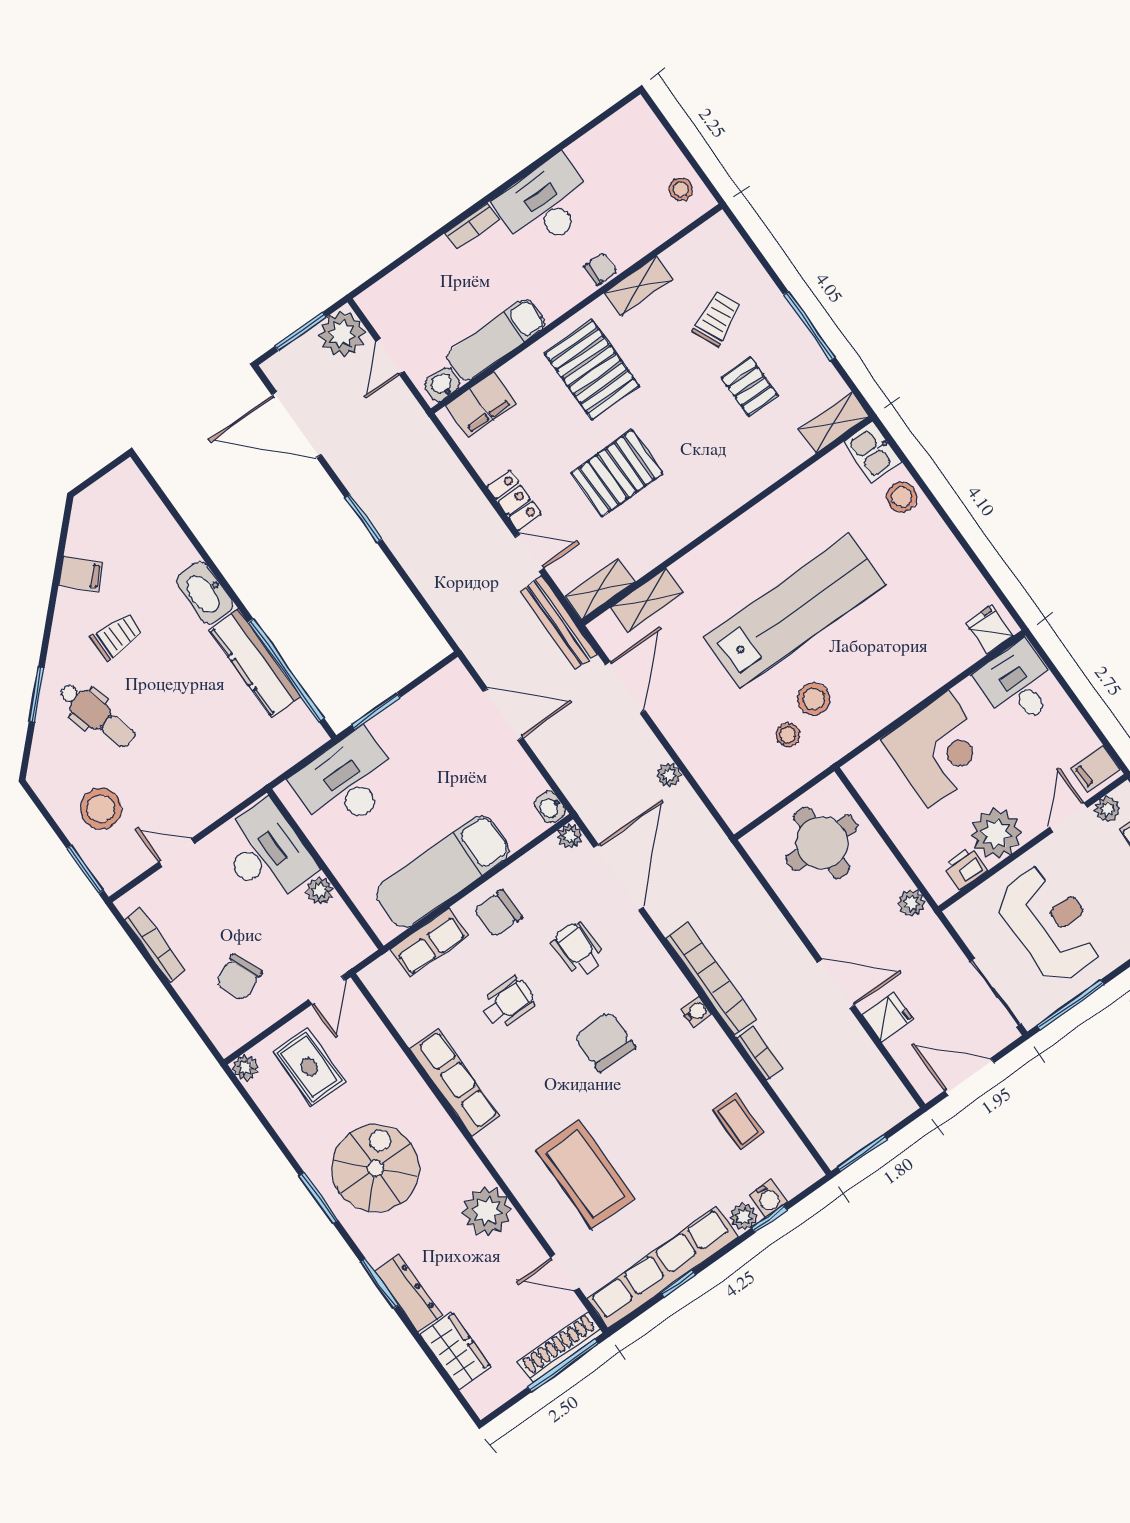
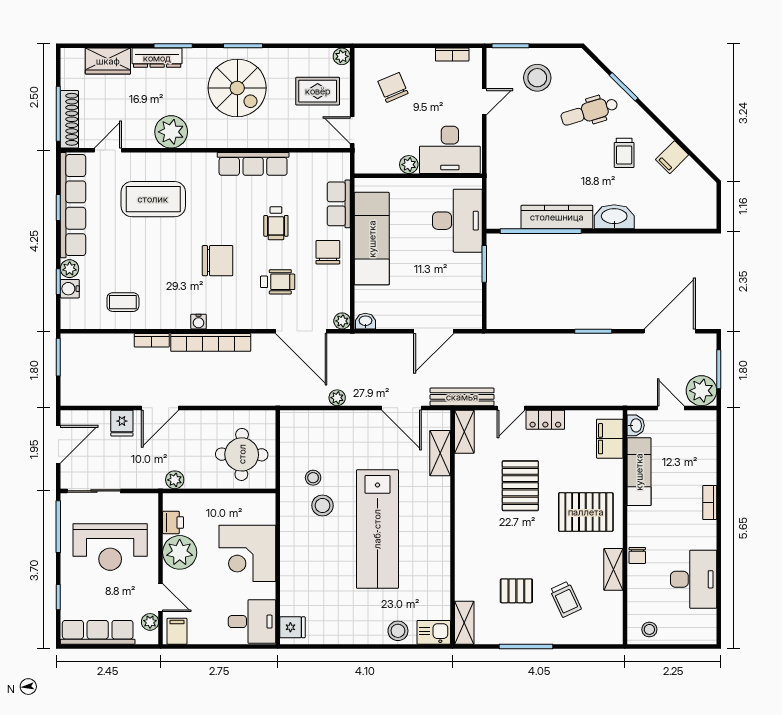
desk: (545, 204) -> (694, 579), moved
bookcase: (155, 945) -> (452, 55), width x0.64

